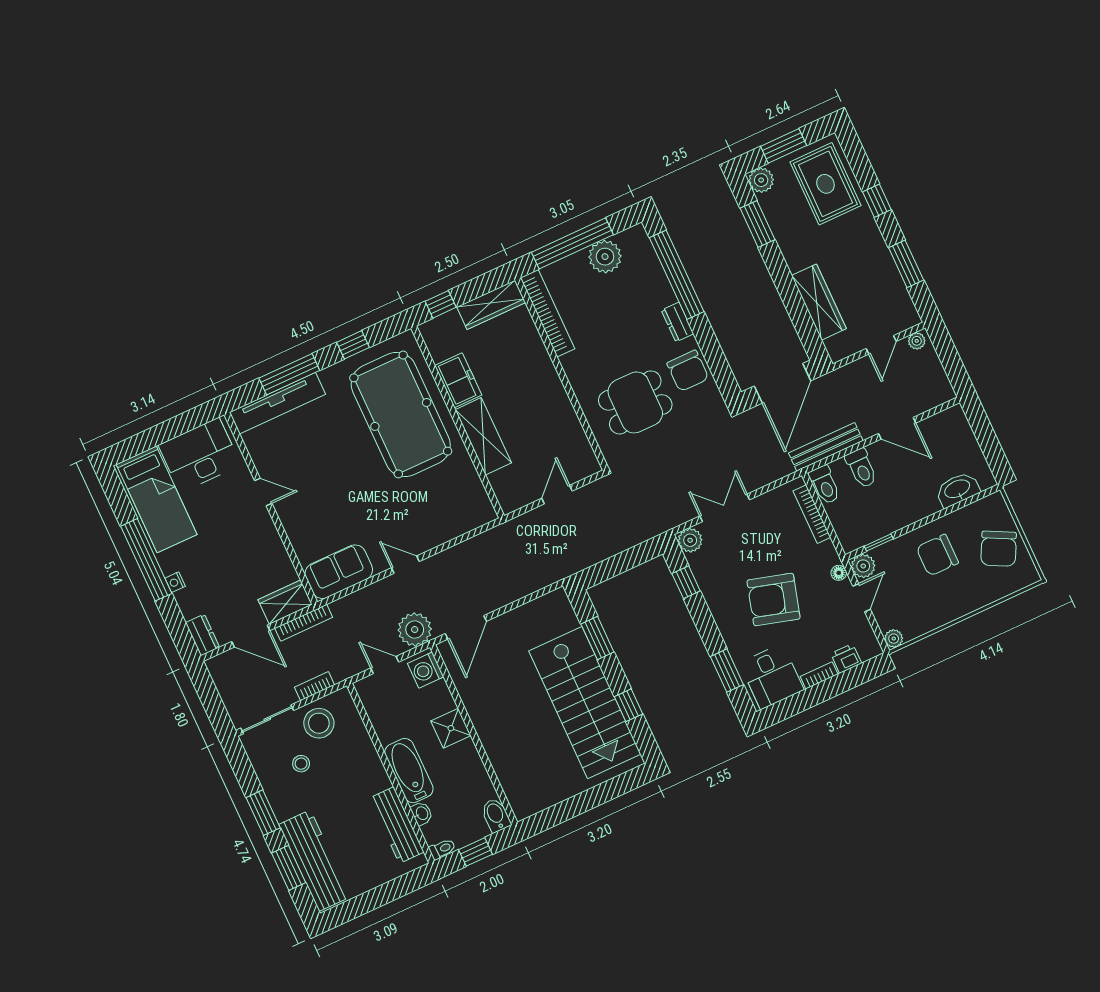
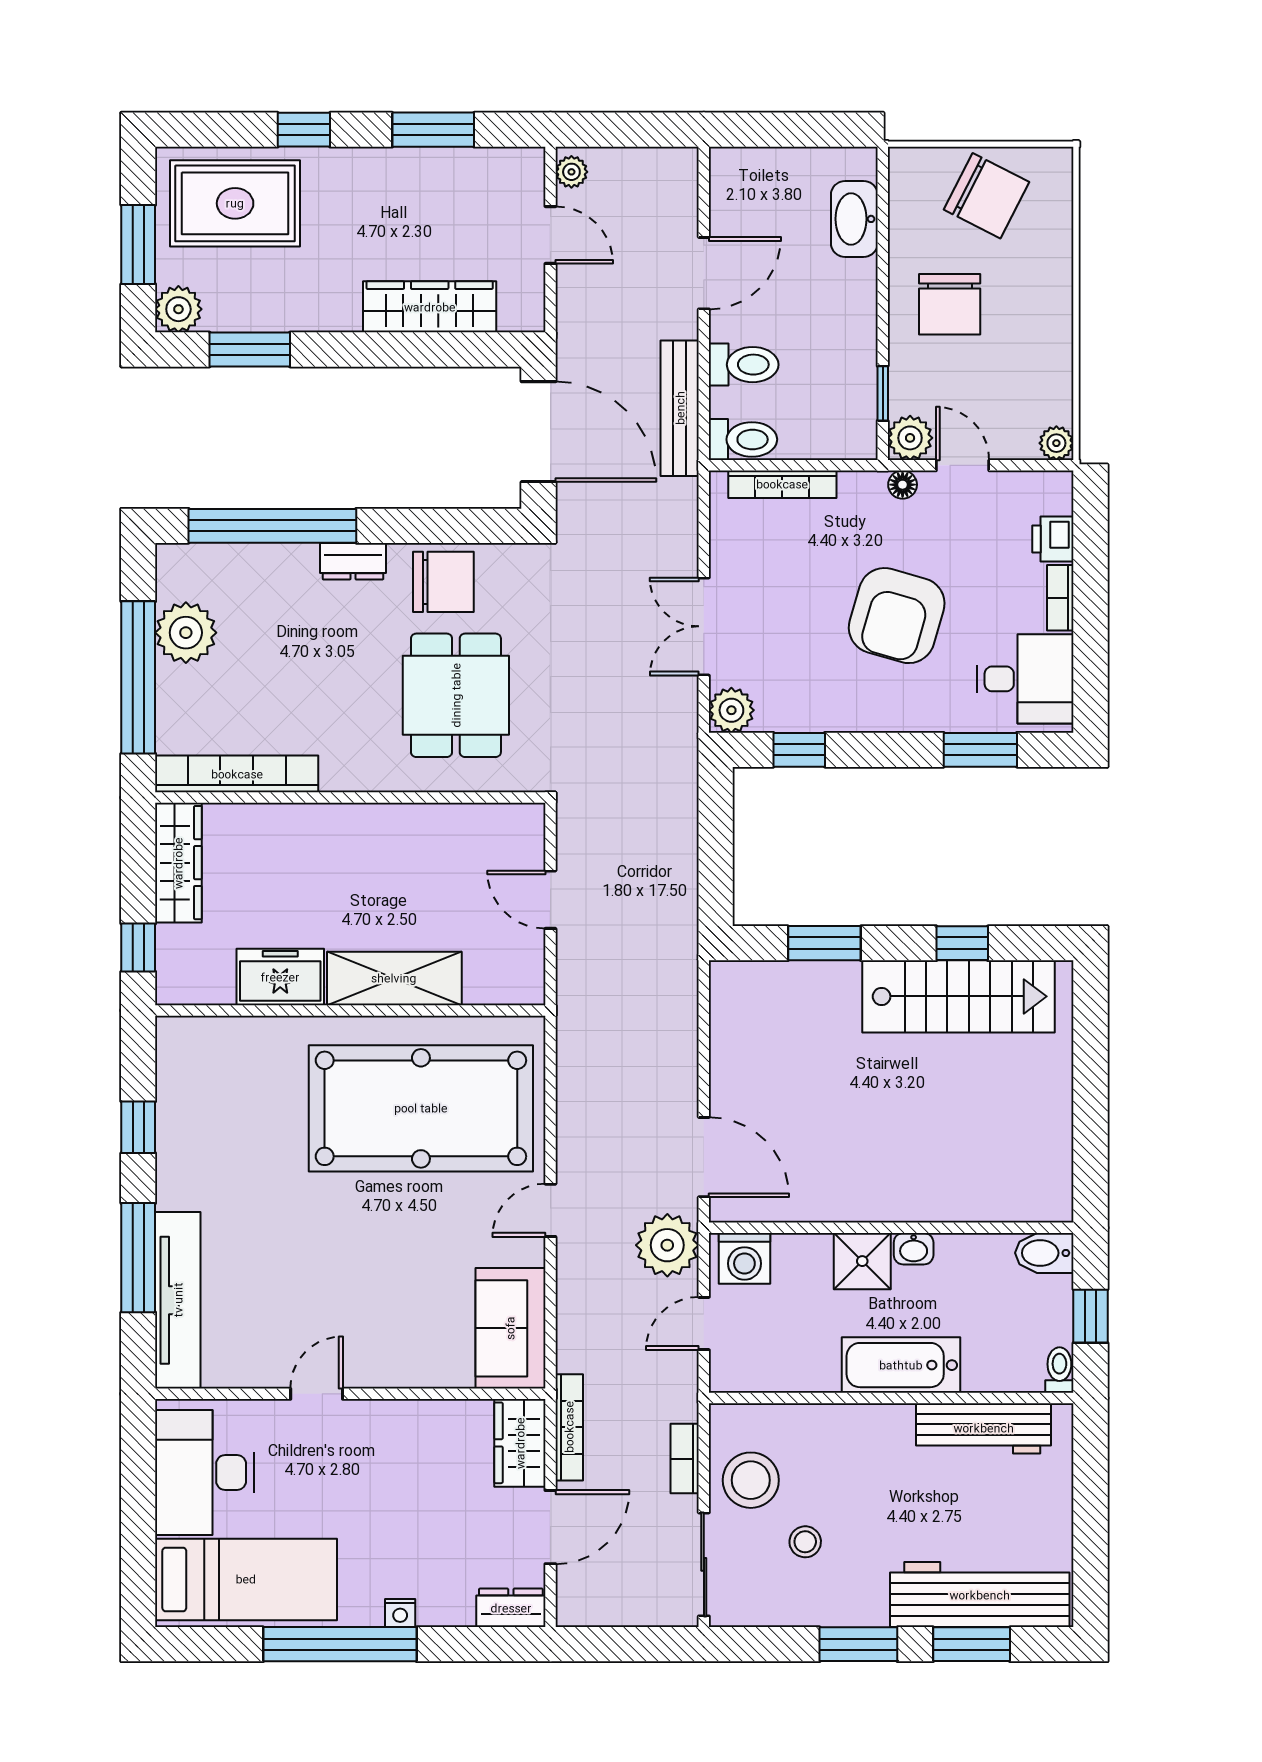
pool table: (401, 414) -> (421, 1108), moved
stairs: (585, 703) -> (958, 996), width x0.73, depth x0.66
washbasin: (422, 813) -> (914, 1249), moved, turned 180

